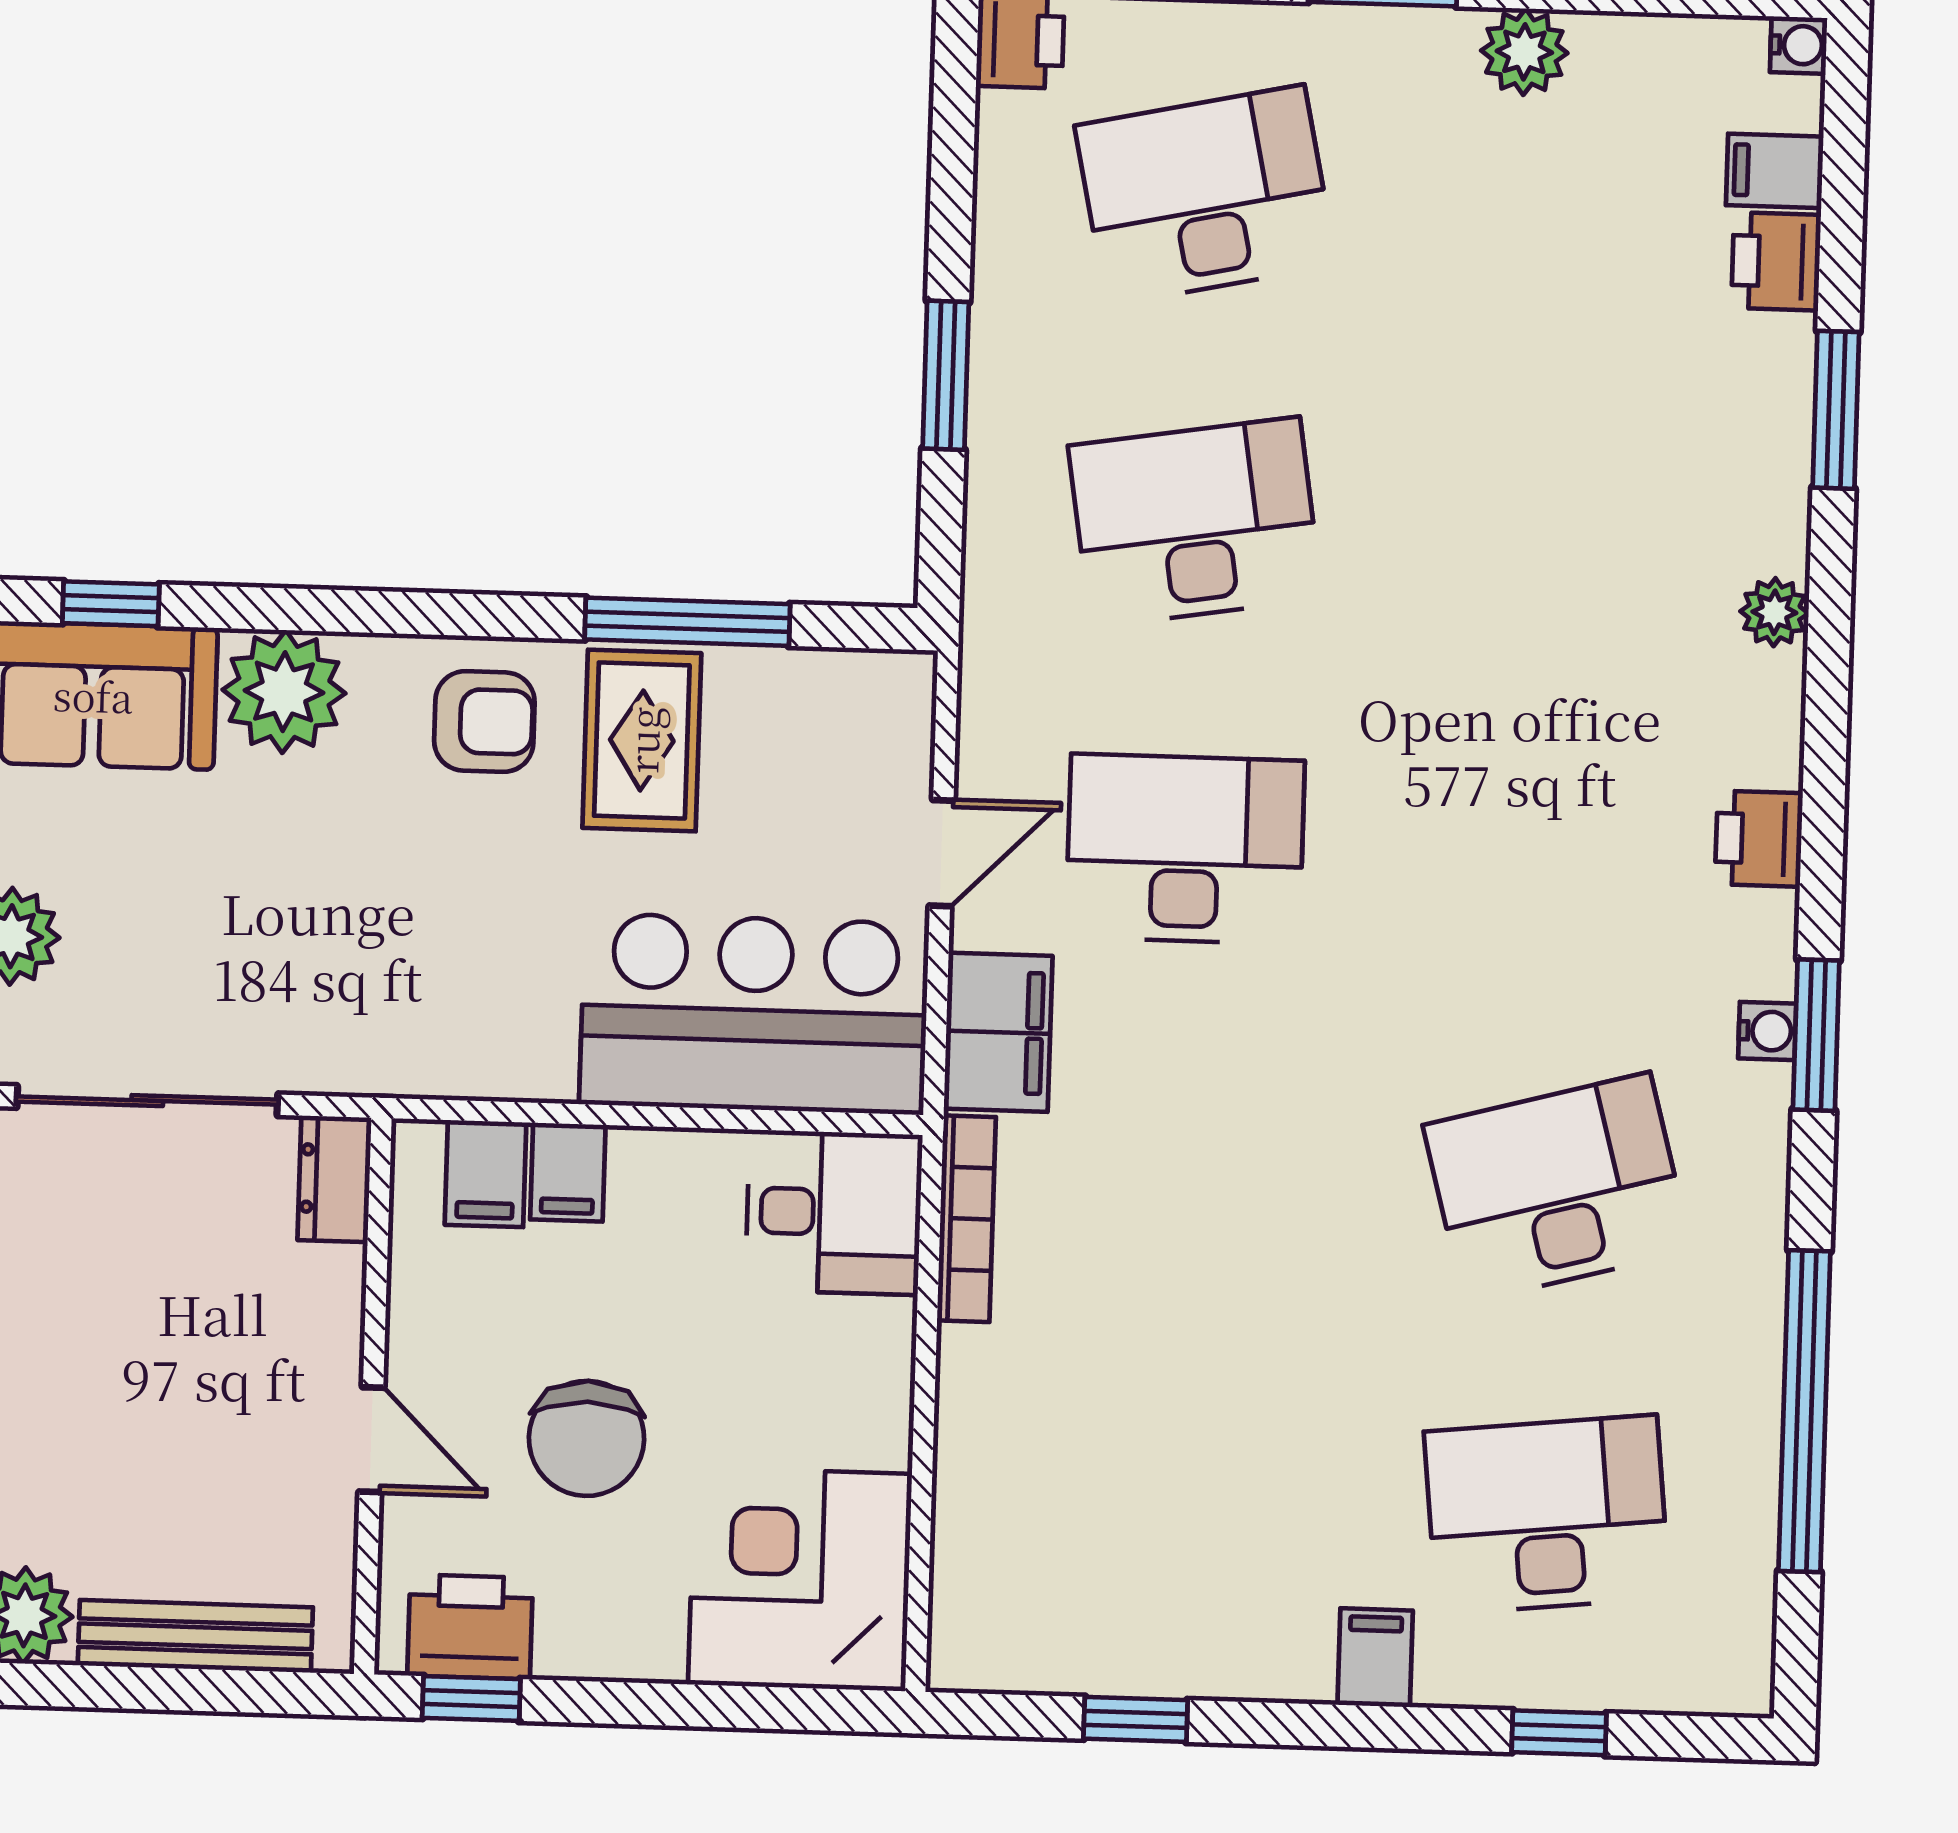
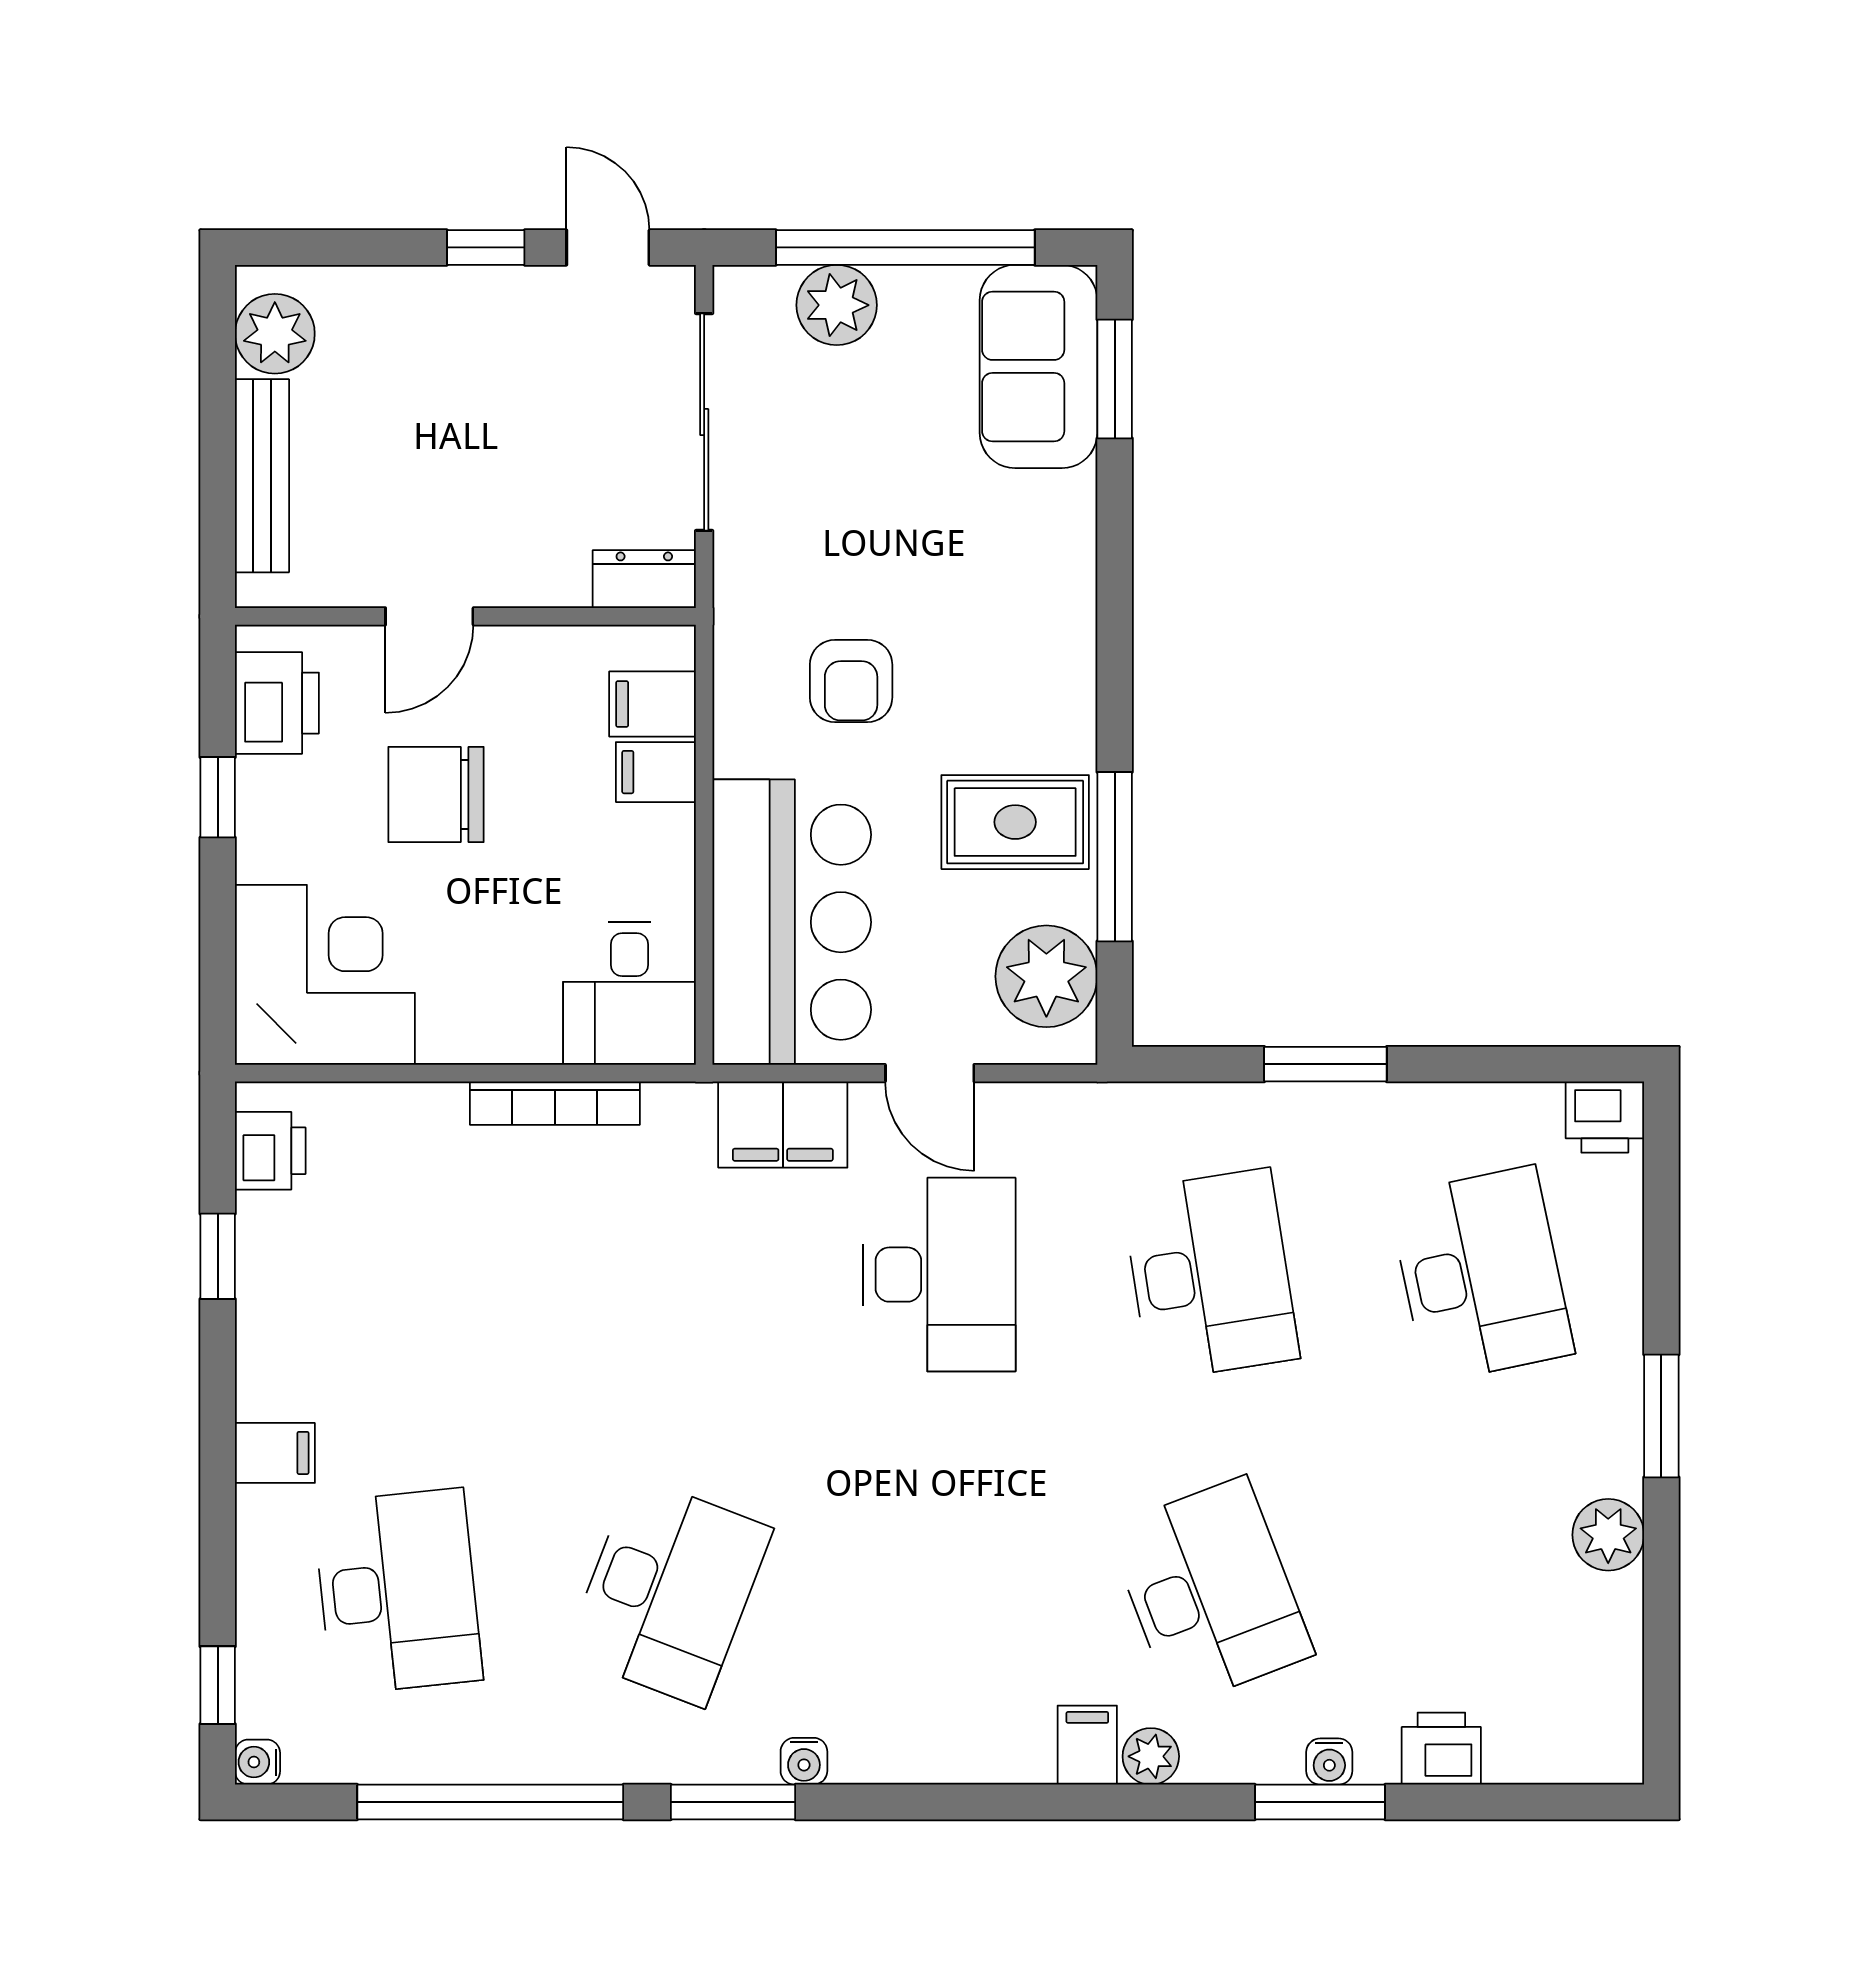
water cooler: (1799, 45) -> (1329, 1762), moved
filing cabinet: (1775, 171) -> (1087, 1745), moved
desk: (1578, 534) -> (1210, 1592), added
window: (111, 604) -> (1115, 379), width x1.50
plant: (284, 692) -> (1046, 976), moved
armchair: (484, 722) -> (851, 681), moved
printer: (1759, 839) -> (270, 1151), moved, turned 90
window: (1816, 1035) -> (733, 1802), moved
desk: (1557, 1188) -> (669, 1592), turned 36
bookcase: (966, 1219) -> (555, 1103), moved
water cooler: (1747, 1690) -> (257, 1762), added
window: (471, 1699) -> (218, 797), moved
window: (1559, 1733) -> (218, 1685), moved

